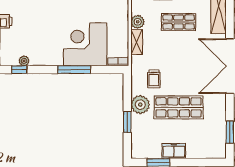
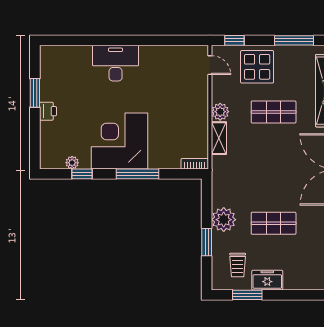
corner desk: (85, 44) -> (119, 141), moved
window: (19, 70) -> (82, 174), moved
trolley: (154, 79) -> (238, 265), moved
shop shelf: (179, 107) -> (274, 223), width x0.70, depth x0.74

